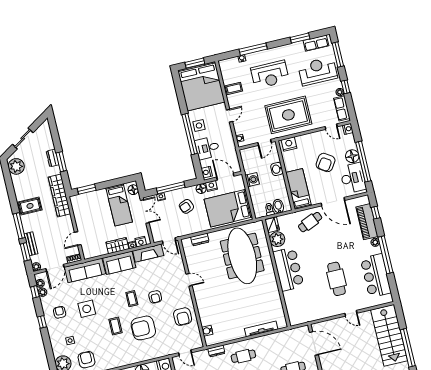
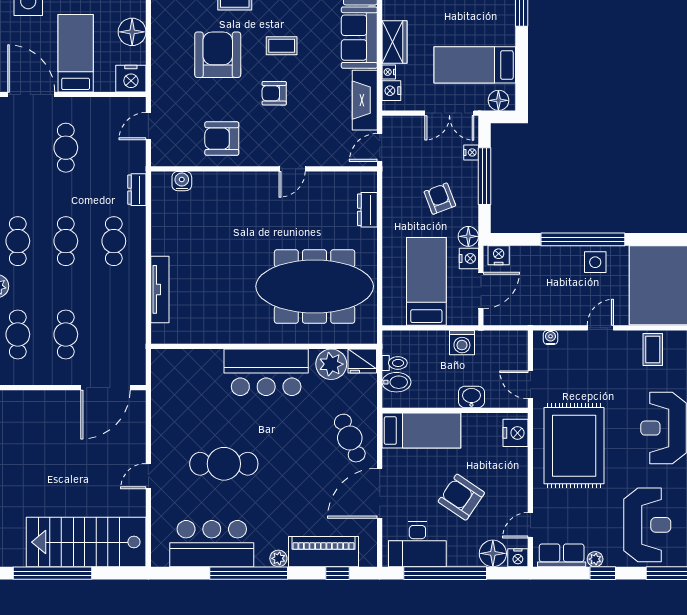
door: (230, 116) -> (600, 328), swing flipped
desk: (207, 148) -> (546, 268), removed
floor lamp: (352, 156) -> (493, 553), moved
bed: (228, 208) -> (426, 281), width x0.67

